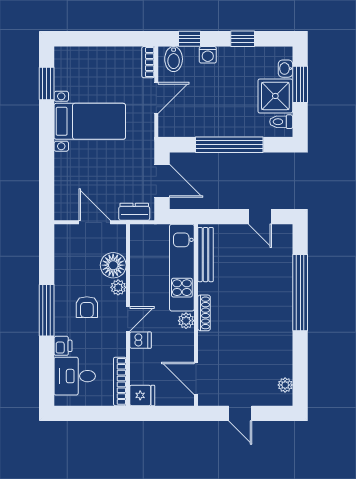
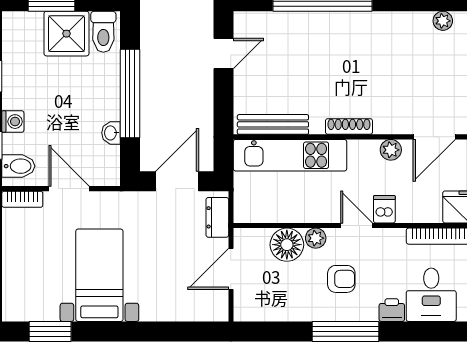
washbasin: (285, 69) -> (111, 133), moved, turned 90
toilet: (281, 122) -> (103, 32), width x1.37, depth x1.39
plant: (186, 321) -> (391, 150), moved

